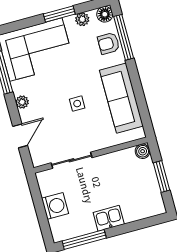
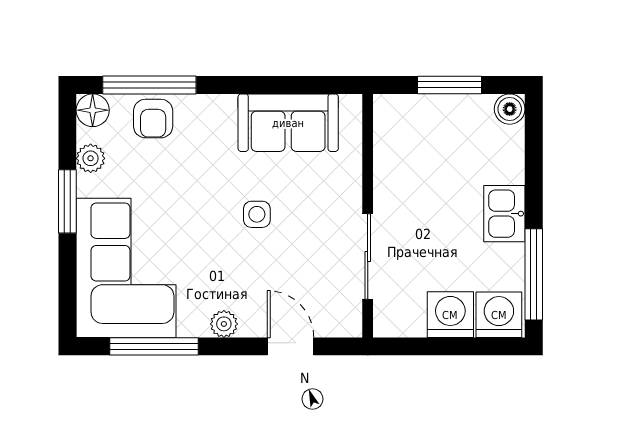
sofa: (121, 98) -> (288, 123), width x0.73
boiler: (143, 151) -> (510, 109), moved
washing machine: (61, 229) -> (499, 315), added

